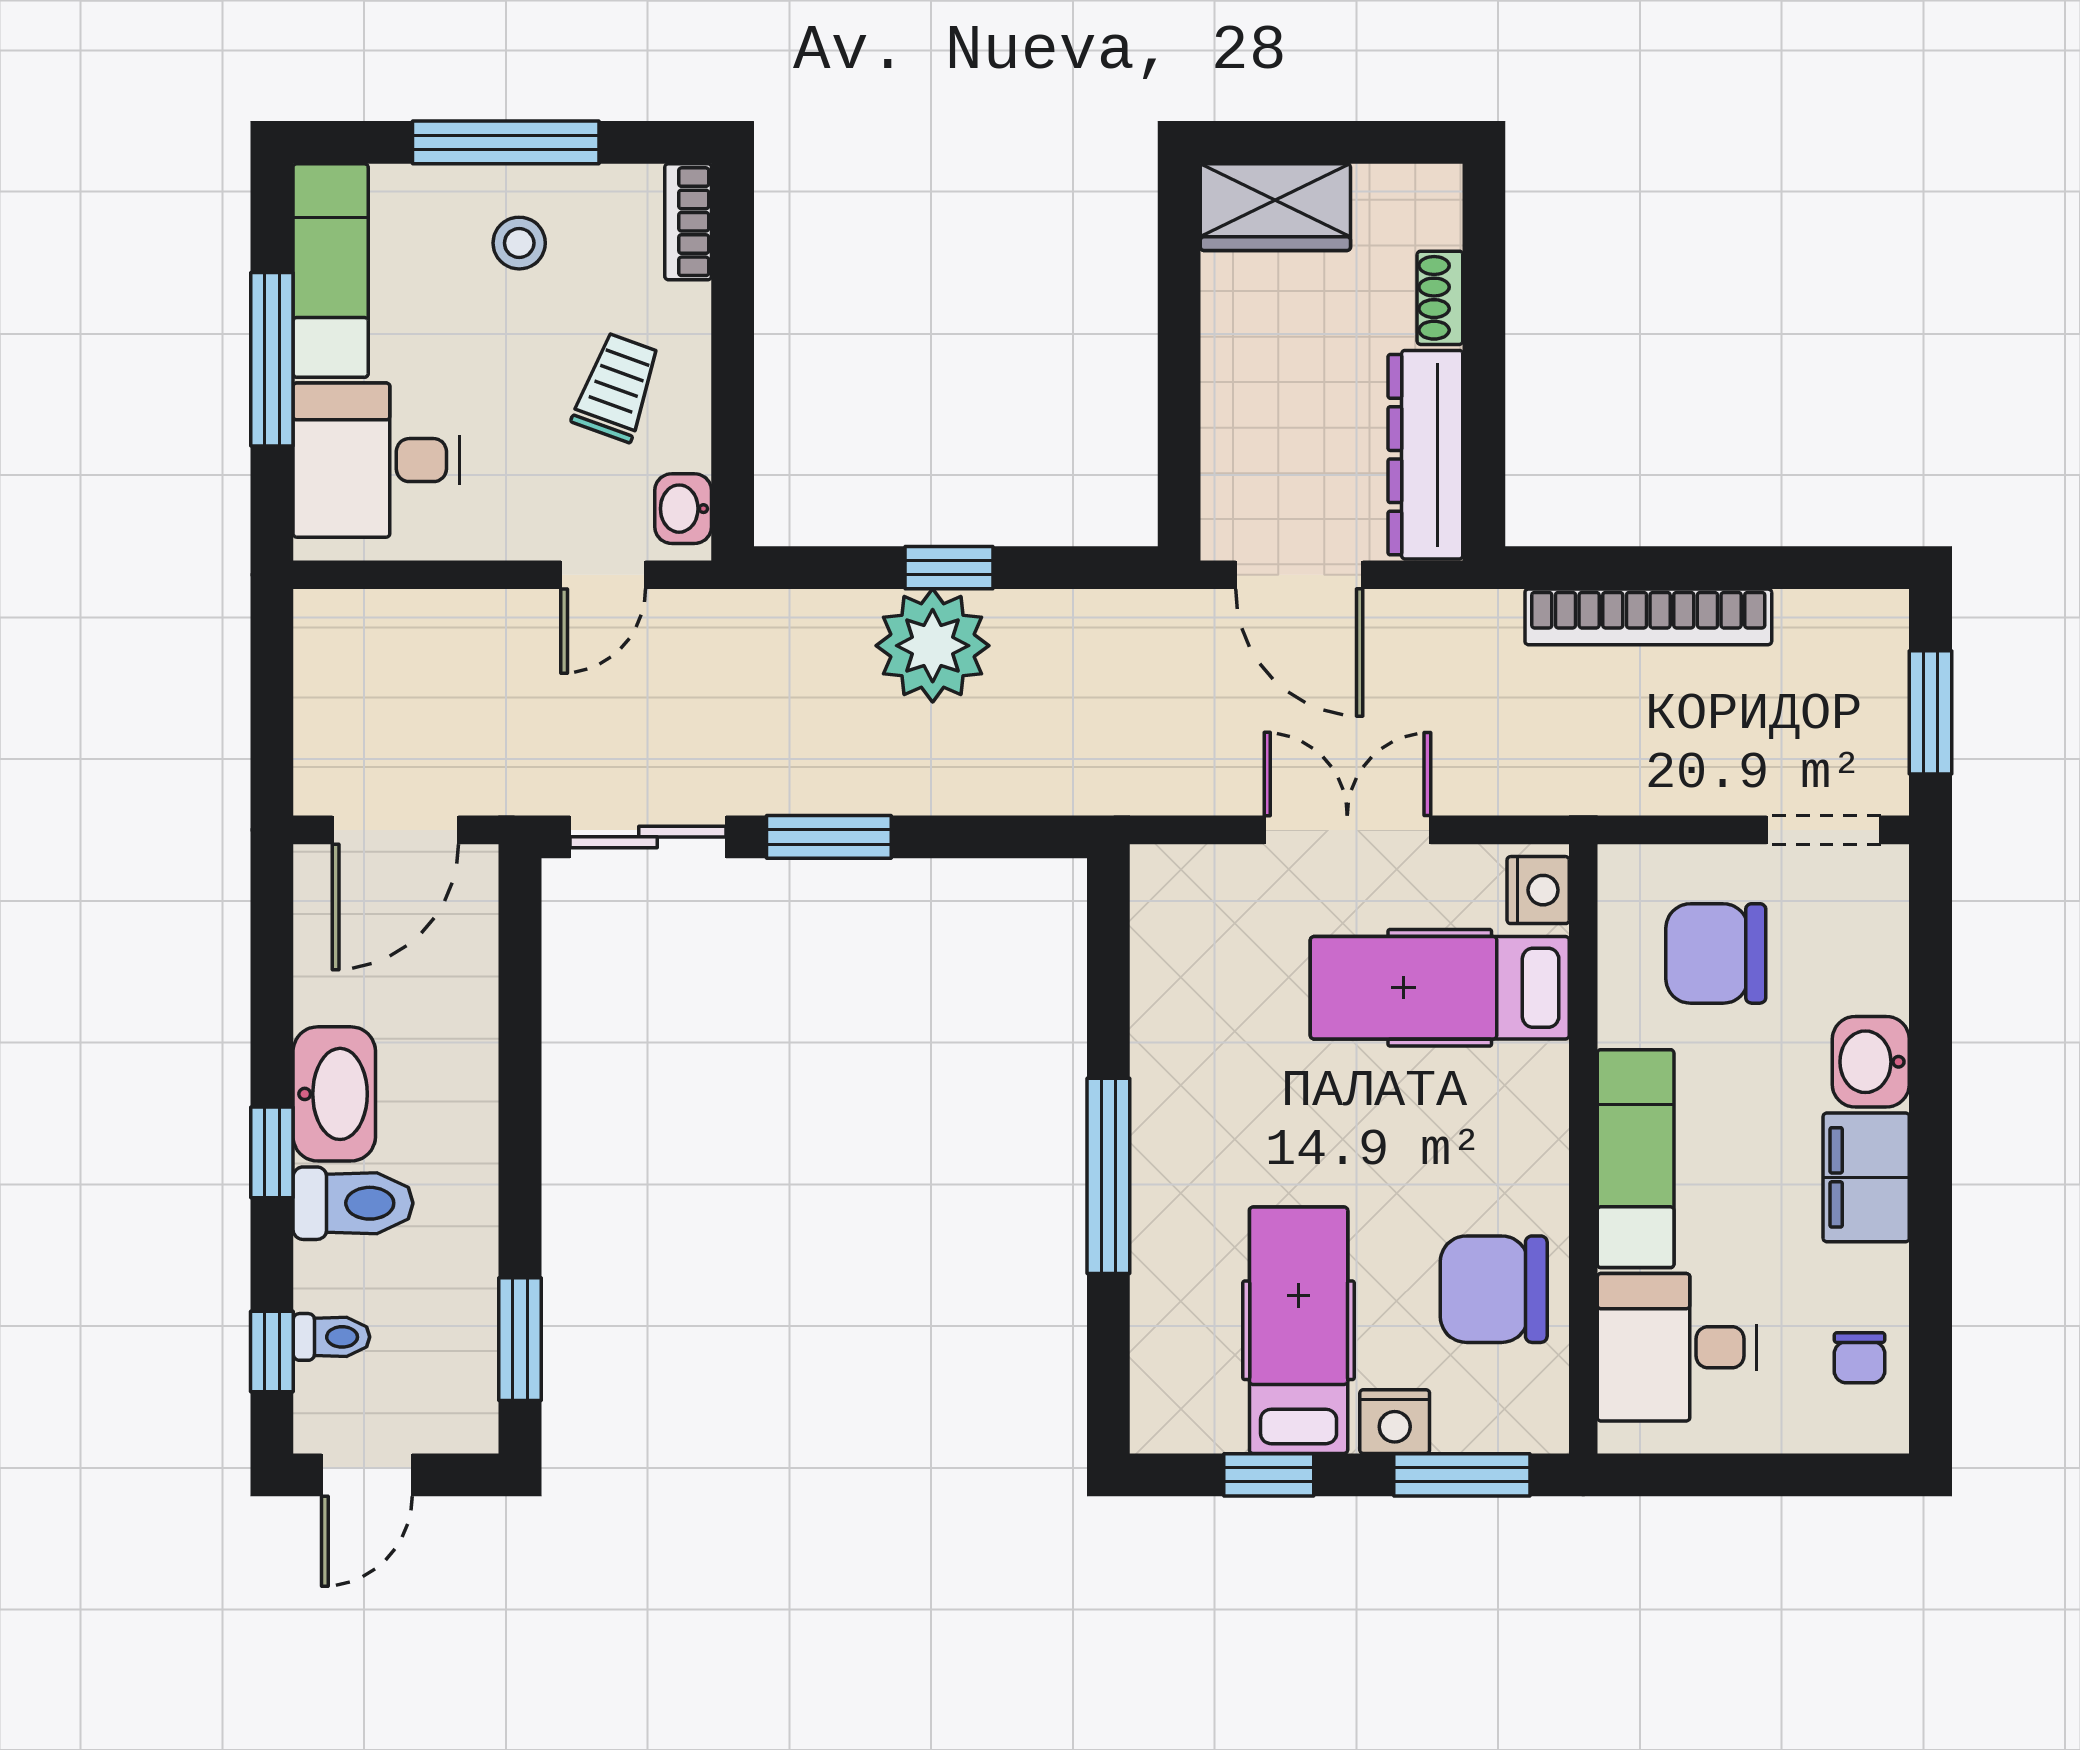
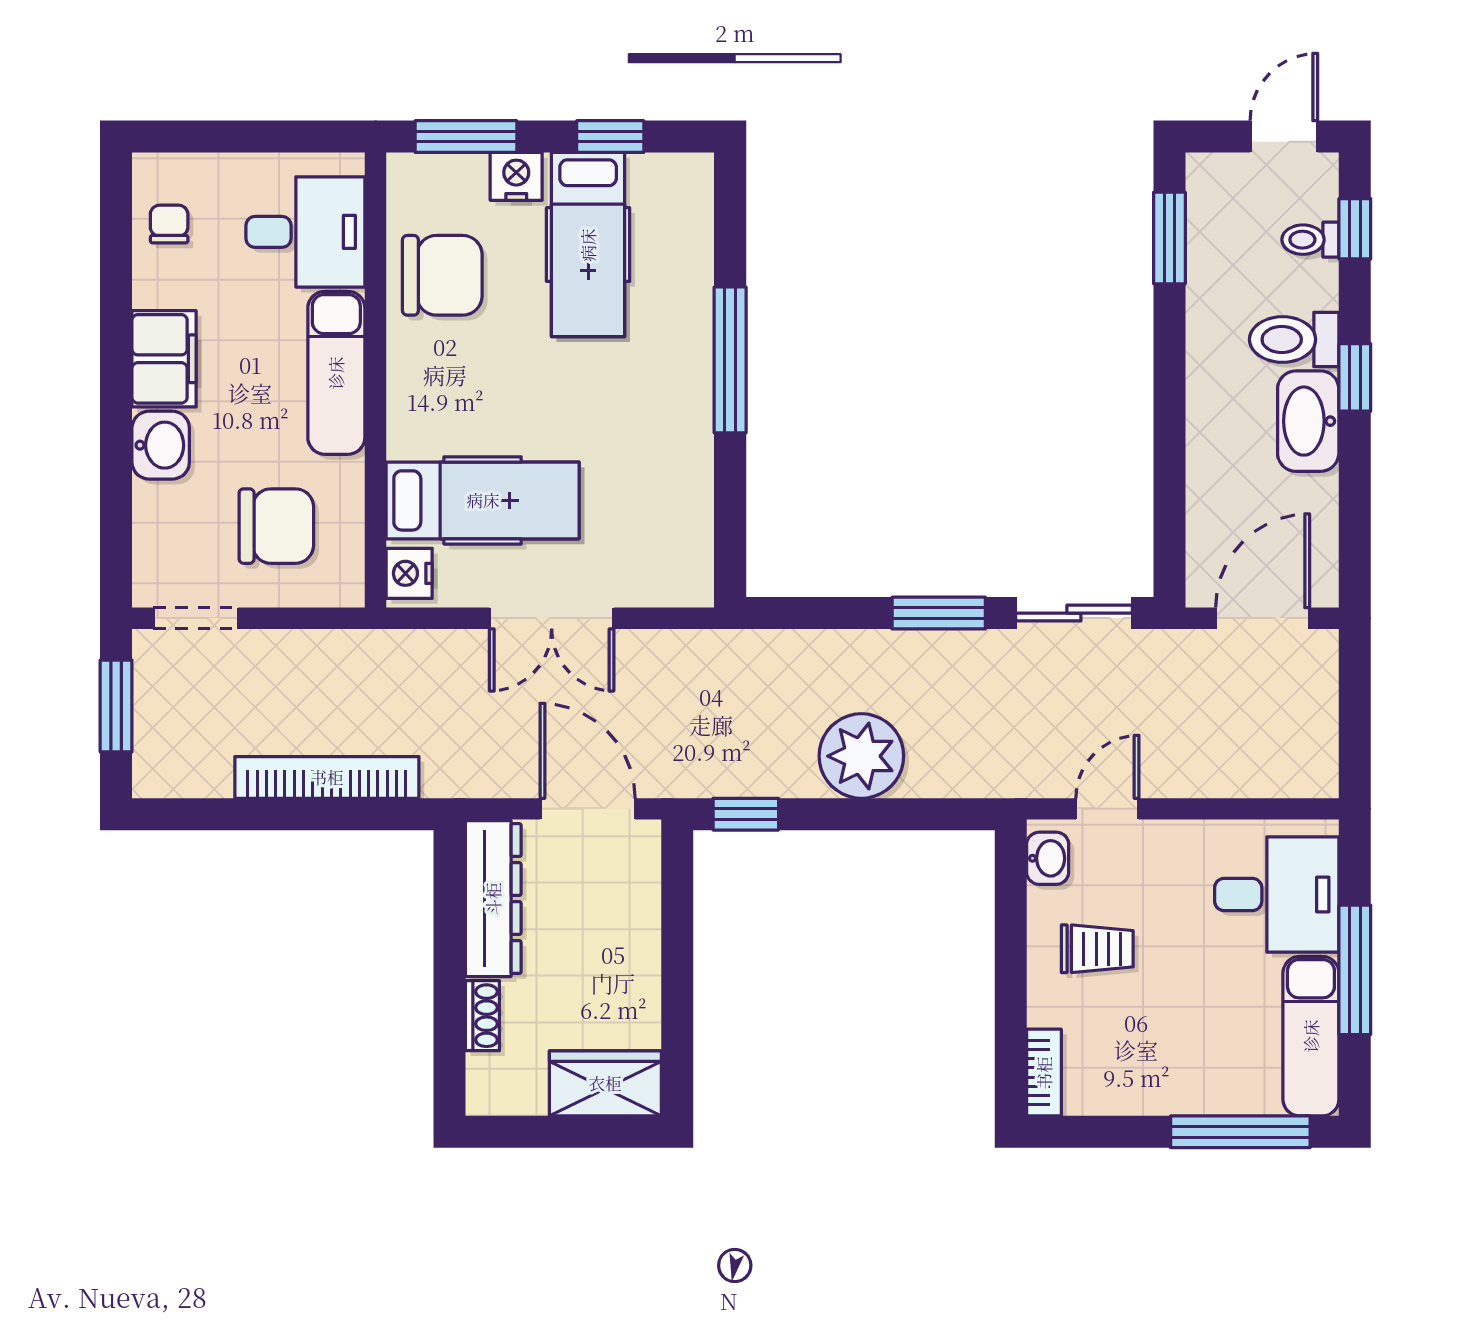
window: (506, 142) -> (1240, 1132), moved
stool: (519, 243) -> (1170, 1057), removed
trolley: (617, 387) -> (1097, 949), turned -110
window: (949, 568) -> (746, 814), moved

